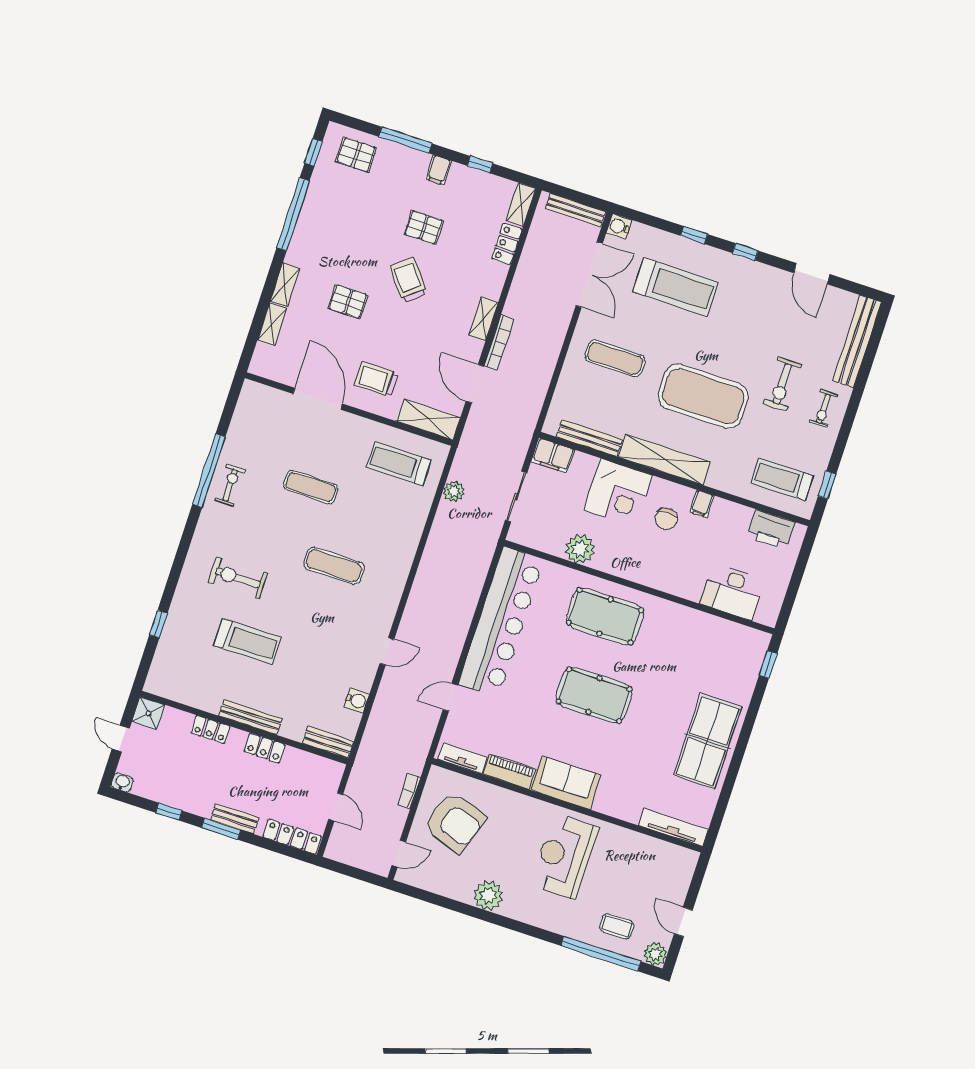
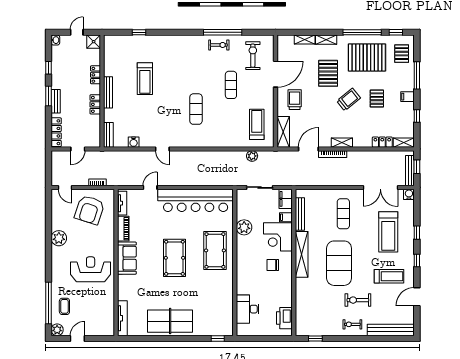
window: (573, 195) -> (417, 167), added
pallet: (342, 221) -> (367, 57), added
pallet: (348, 302) -> (328, 73), width x1.50, depth x1.42
treadmill: (782, 479) -> (389, 276), moved, turned 90
filing cabinet: (702, 504) -> (286, 217), moved
exercise bike: (238, 578) -> (253, 56), moved
door: (450, 697) -> (150, 187), hinge flipped

